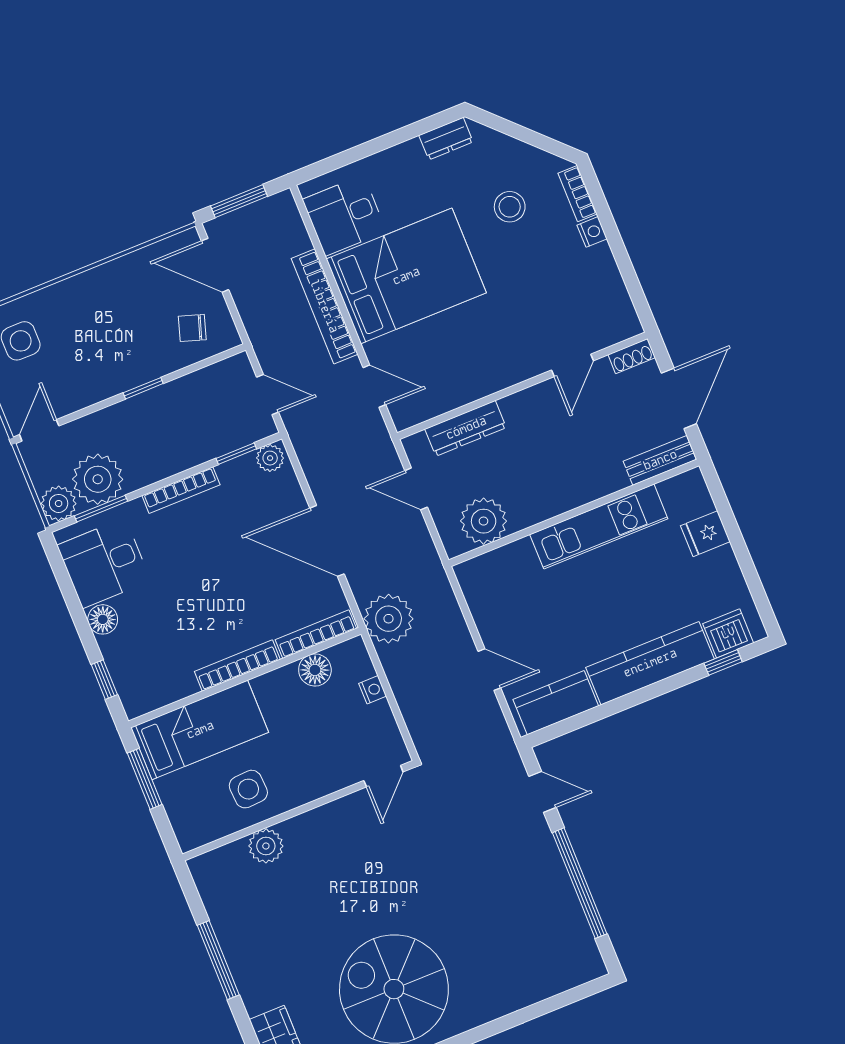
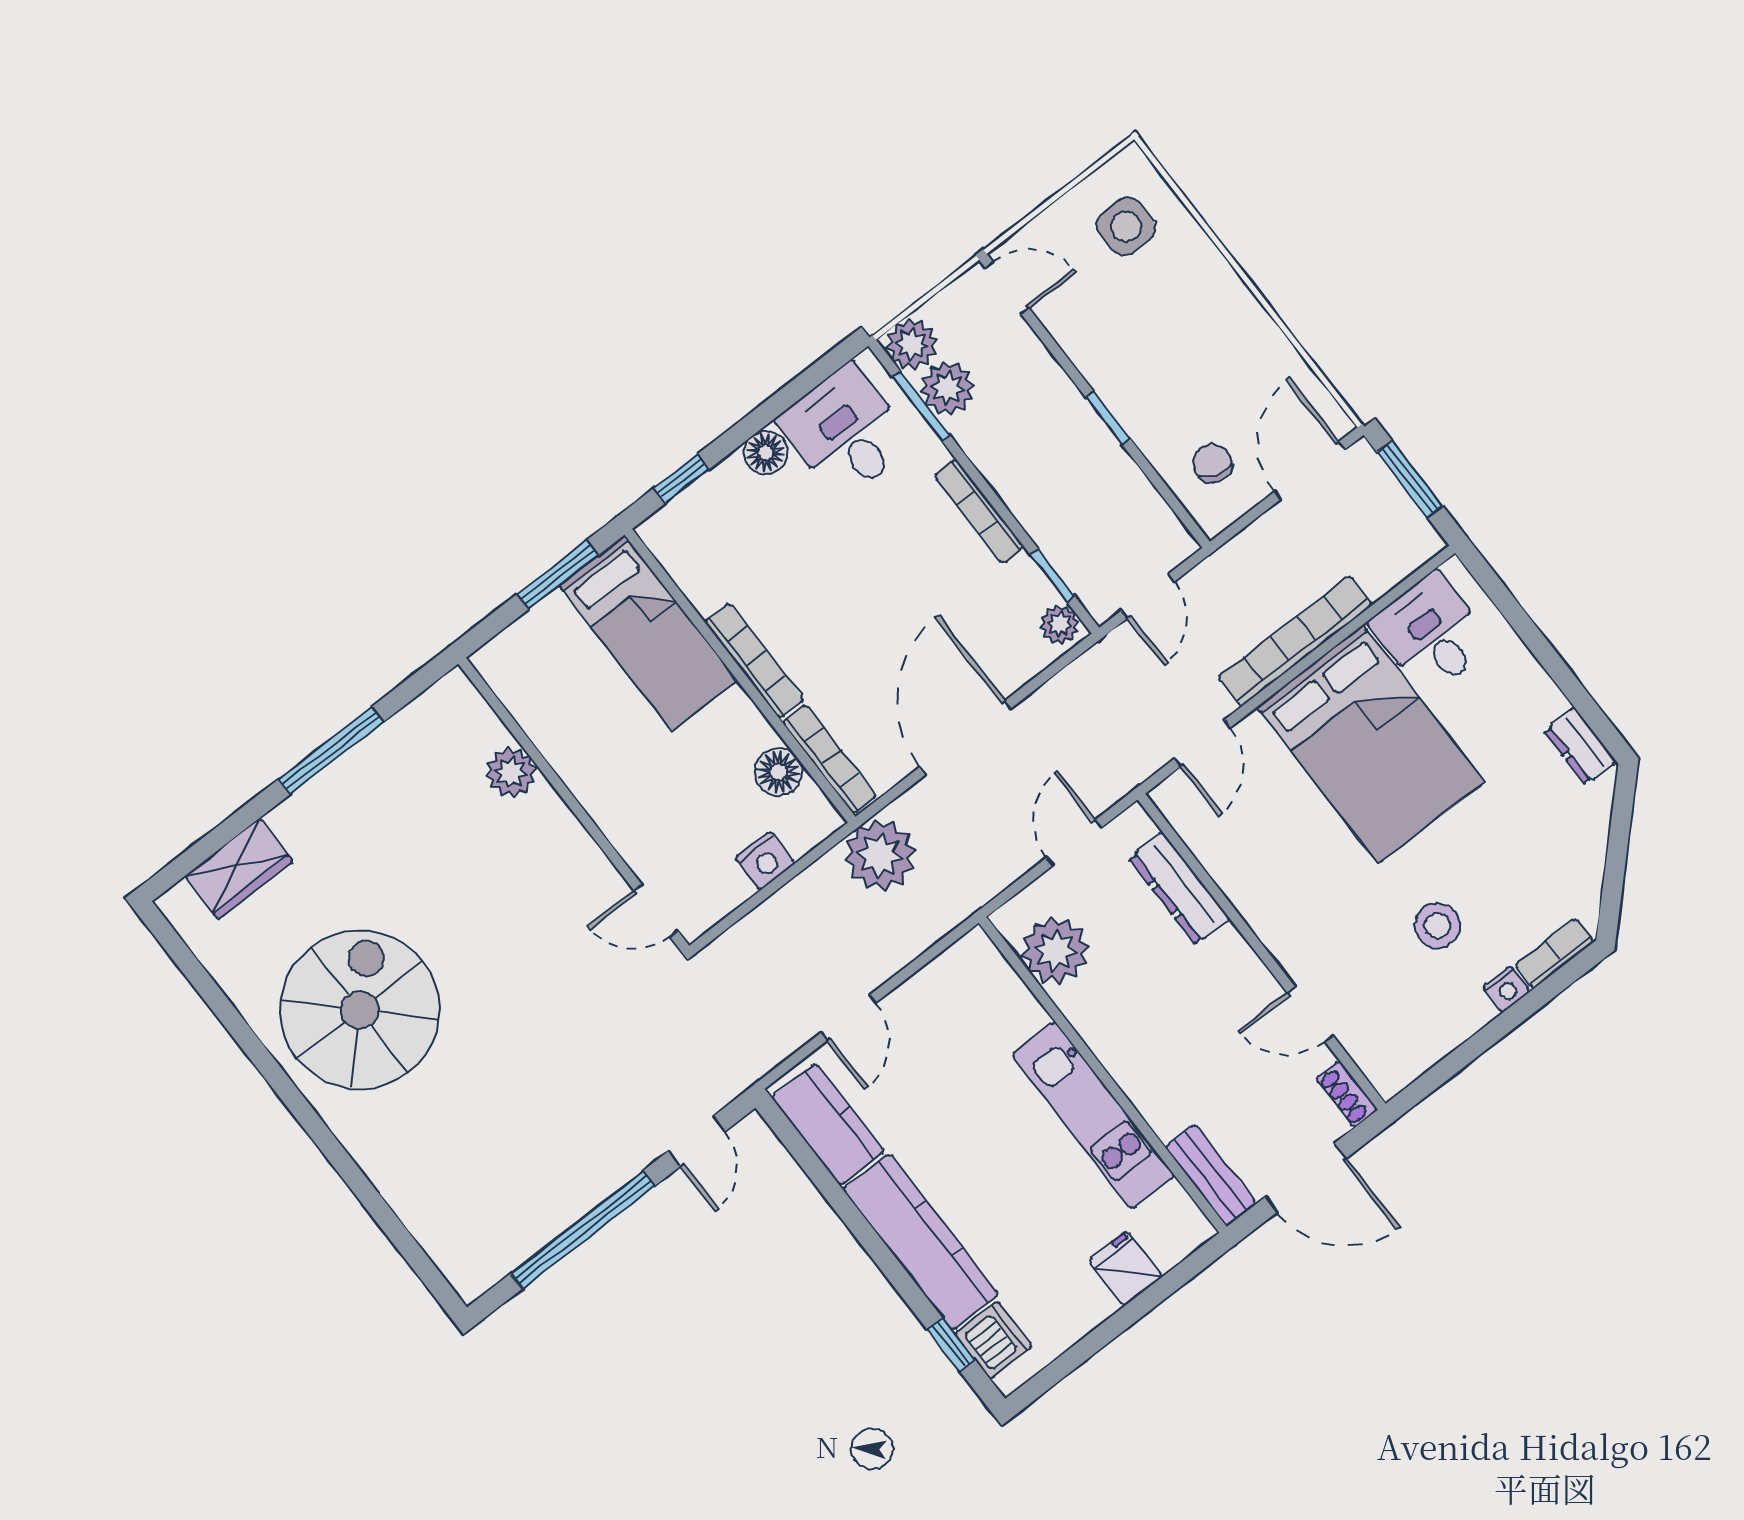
stool: (510, 207) -> (1437, 926), moved
plant: (98, 479) -> (948, 388), width x0.73, depth x0.73
nightstand: (373, 690) -> (765, 861), width x1.39, depth x1.35
side table: (248, 789) -> (584, 725), removed

